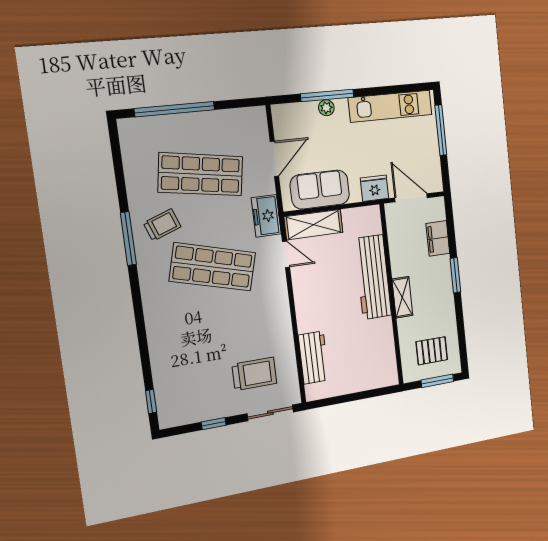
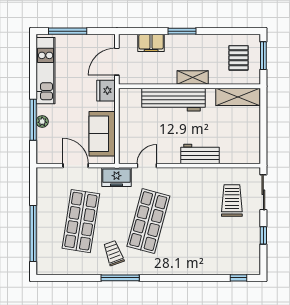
shelving: (314, 225) -> (238, 97), moved, turned 90
workbench: (314, 358) -> (200, 154), moved

